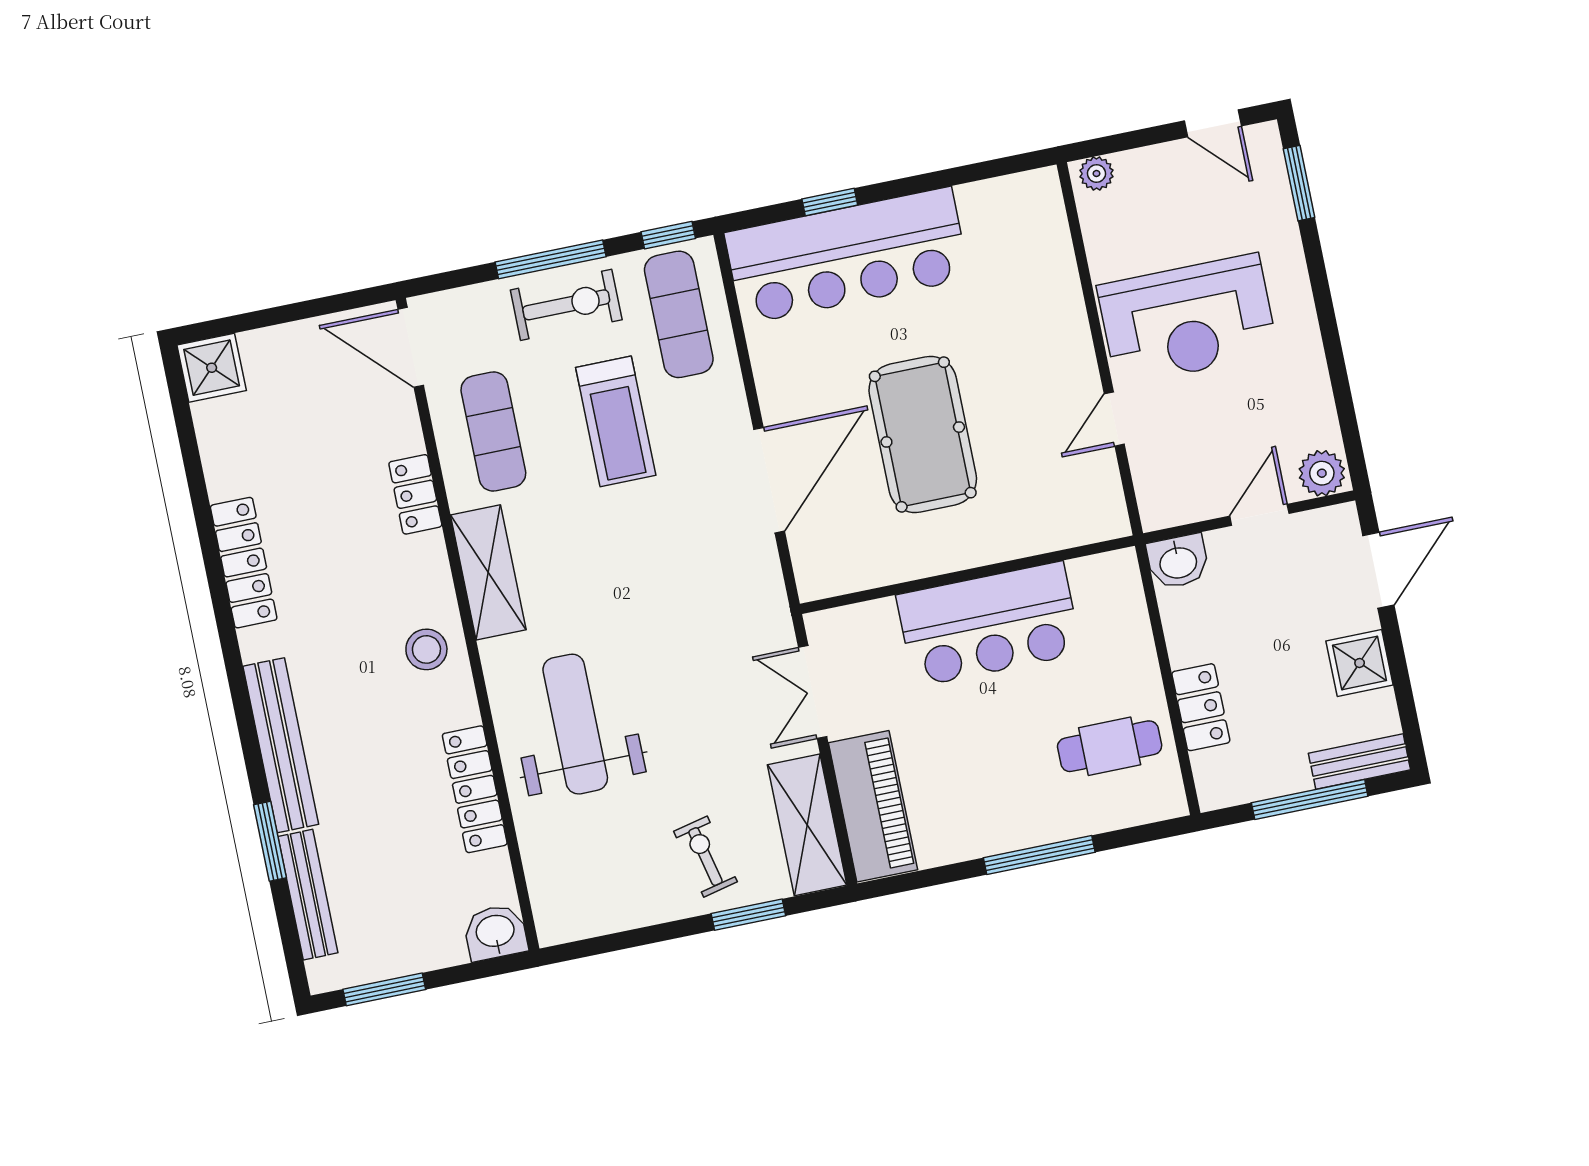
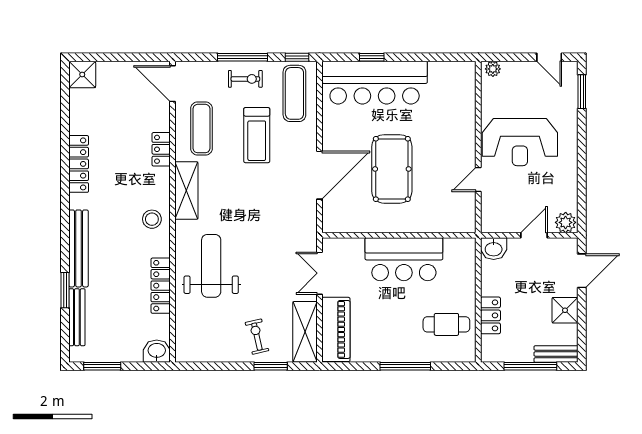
exercise bike: (566, 305) -> (245, 79), width x0.73, depth x0.72

